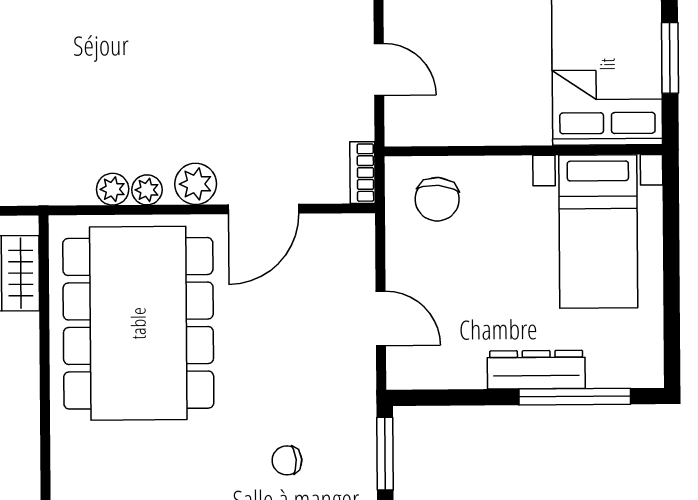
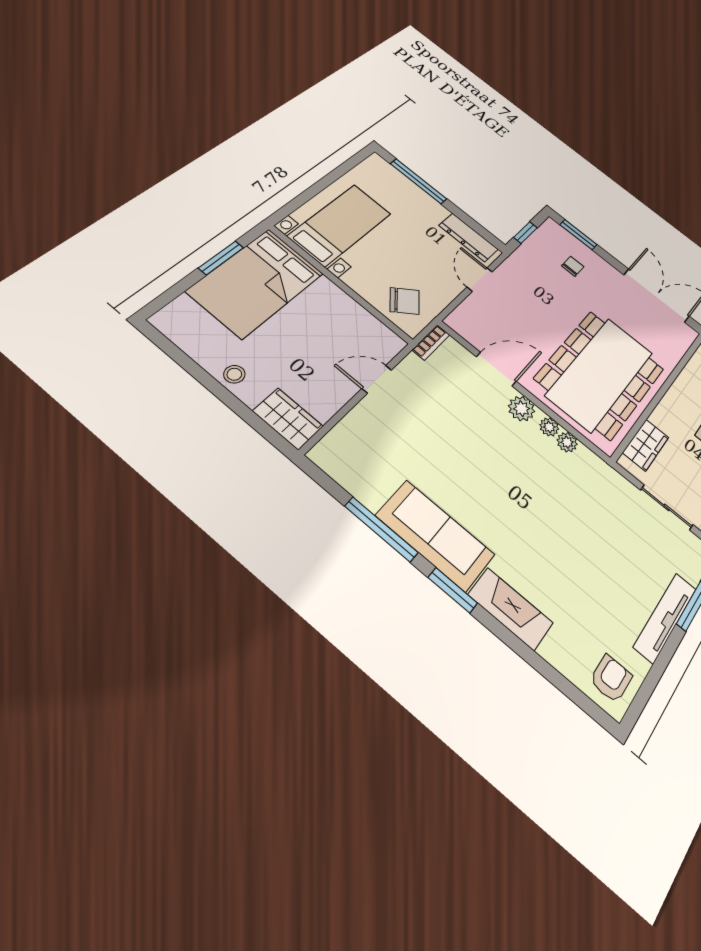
door: (379, 69) -> (377, 379), hinge flipped
chair: (437, 199) -> (405, 301), turned 45
dresser: (536, 370) -> (468, 237), moved
window: (385, 454) -> (525, 233), width x0.67
chair: (287, 460) -> (573, 266), turned -86

